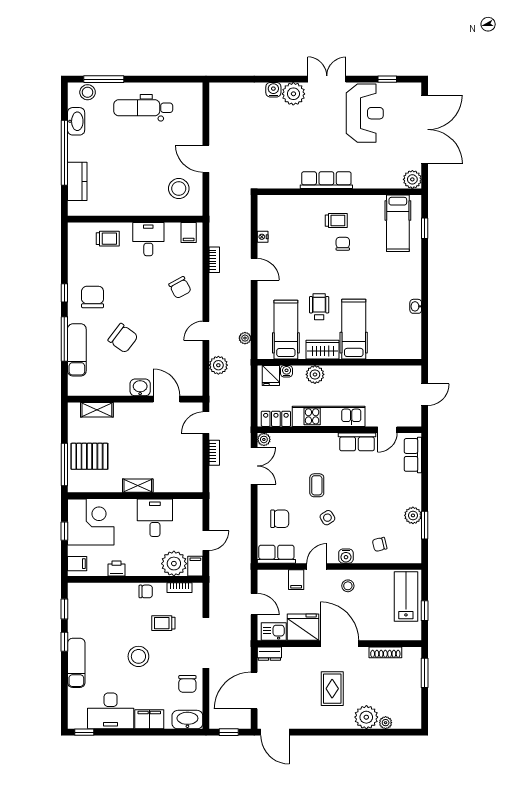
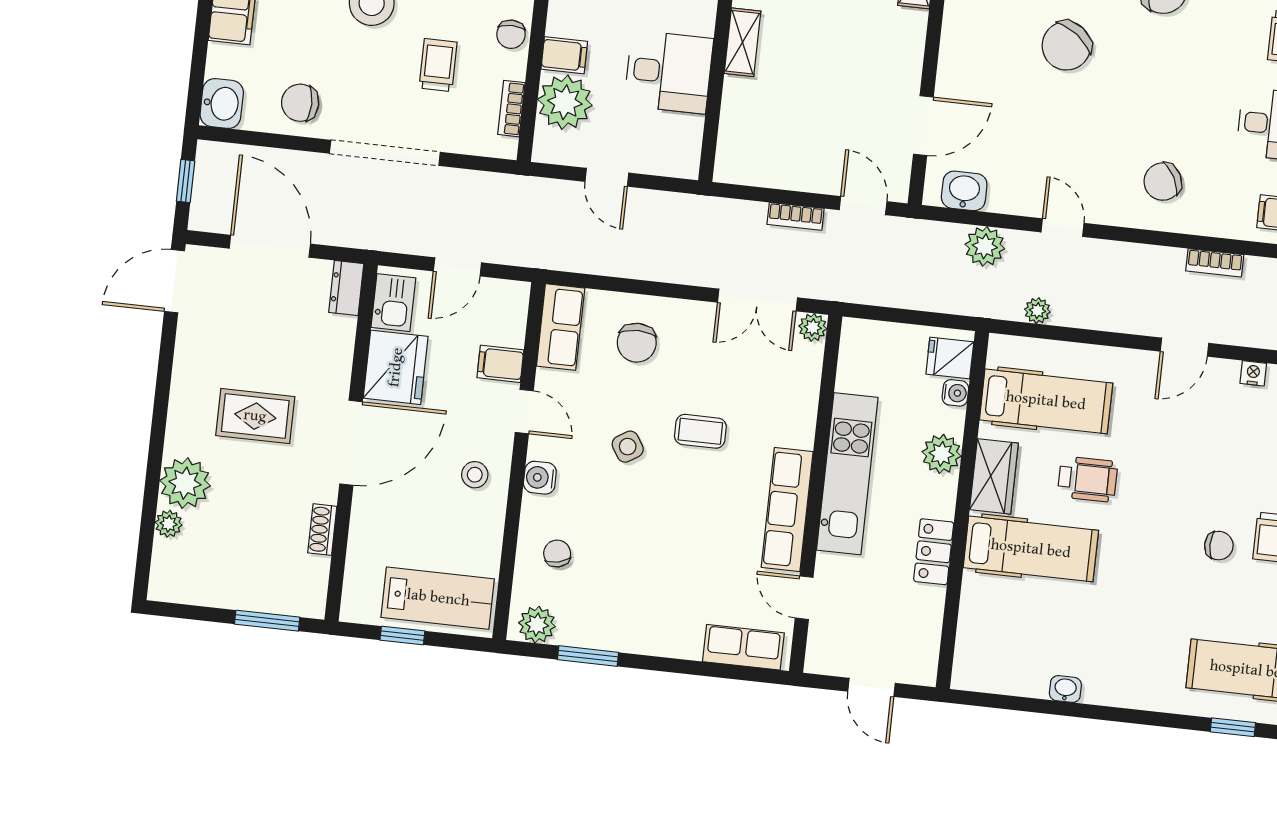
washbasin: (140, 387) -> (964, 191), moved, turned -90
locker: (276, 419) -> (934, 552), moved, turned 180
row of seats: (357, 442) -> (787, 509), width x1.48
plant: (413, 515) -> (537, 625), moved
filing cabinet: (195, 566) -> (564, 55), moved
shoe rack: (385, 652) -> (322, 530), width x0.70
washbasin: (187, 720) -> (222, 103), width x0.72

